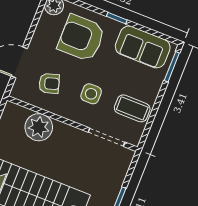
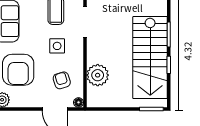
floor lamp: (16, 93) -> (79, 102), added

